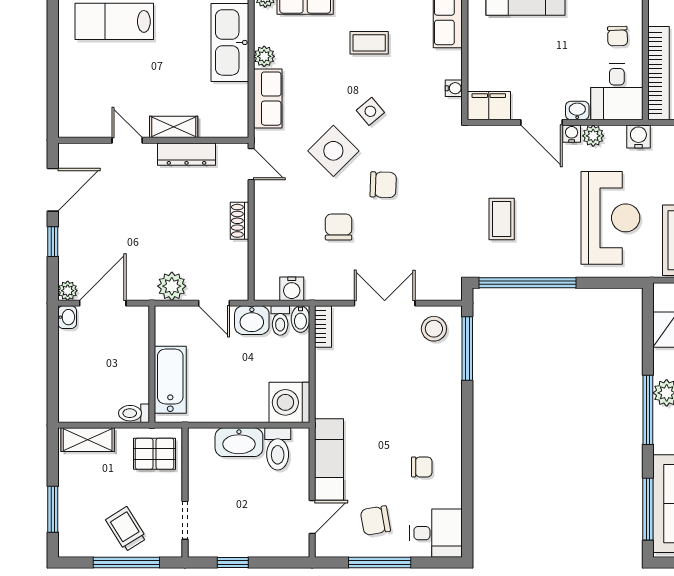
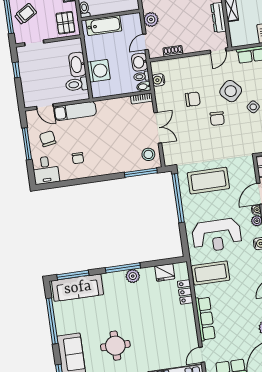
coffee table: (502, 219) -> (208, 181), width x1.86, depth x1.72
shoe rack: (240, 221) -> (173, 51), moved
washing machine: (289, 402) -> (99, 71), moved, turned 90

